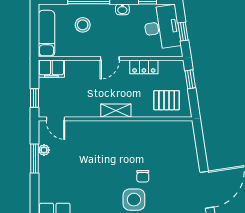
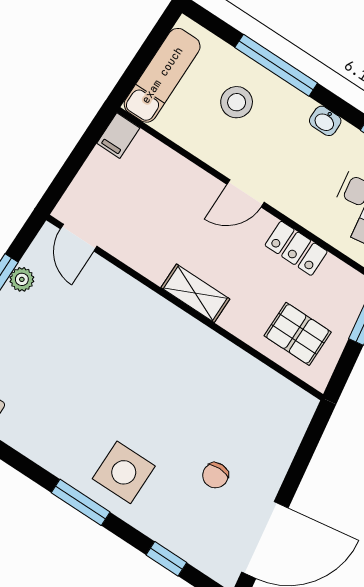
filing cabinet: (51, 69) -> (118, 136), width x0.50
window: (35, 98) -> (66, 176), removed
chair: (143, 176) -> (215, 475), moved

